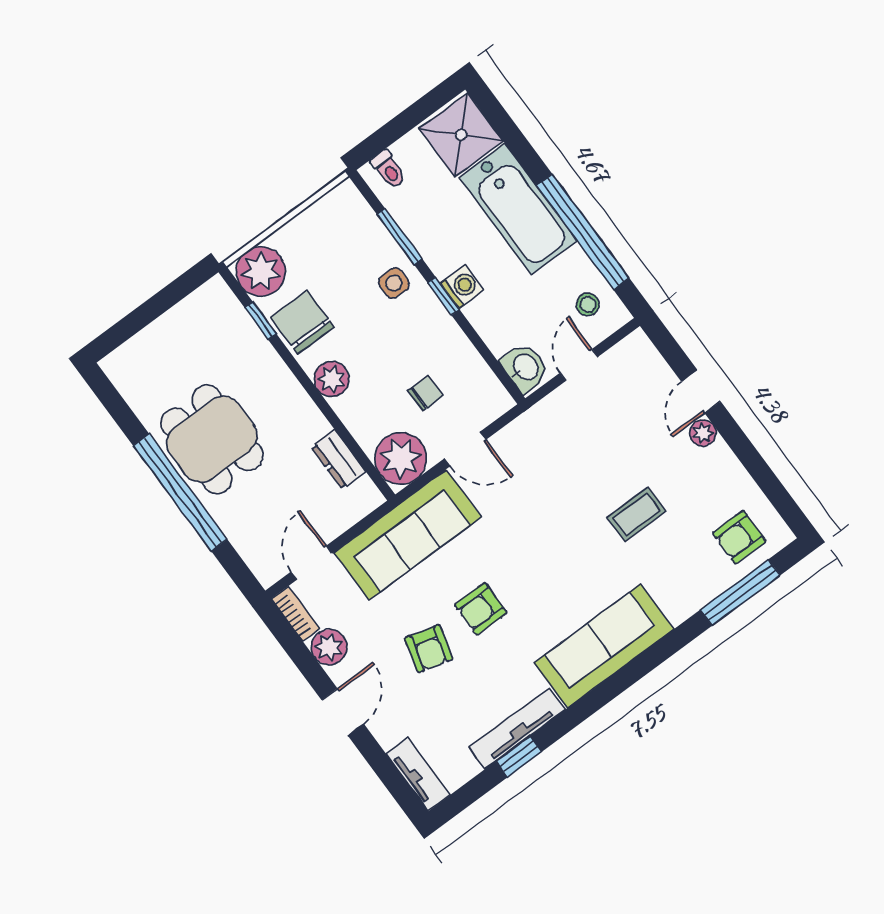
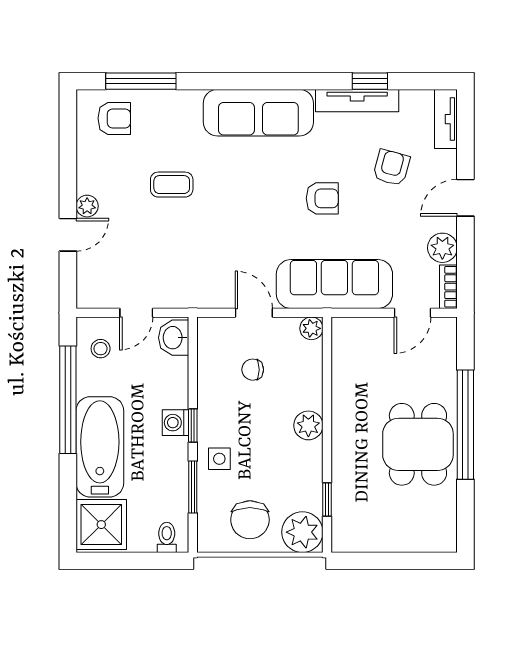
chair: (302, 322) -> (250, 520), moved
plant: (401, 458) -> (311, 328), width x0.53, depth x0.53
dresser: (339, 459) -> (343, 368), removed
armchair: (429, 649) -> (391, 168), moved

